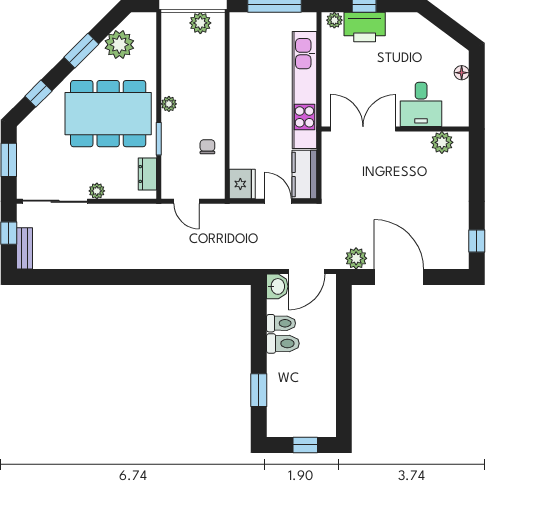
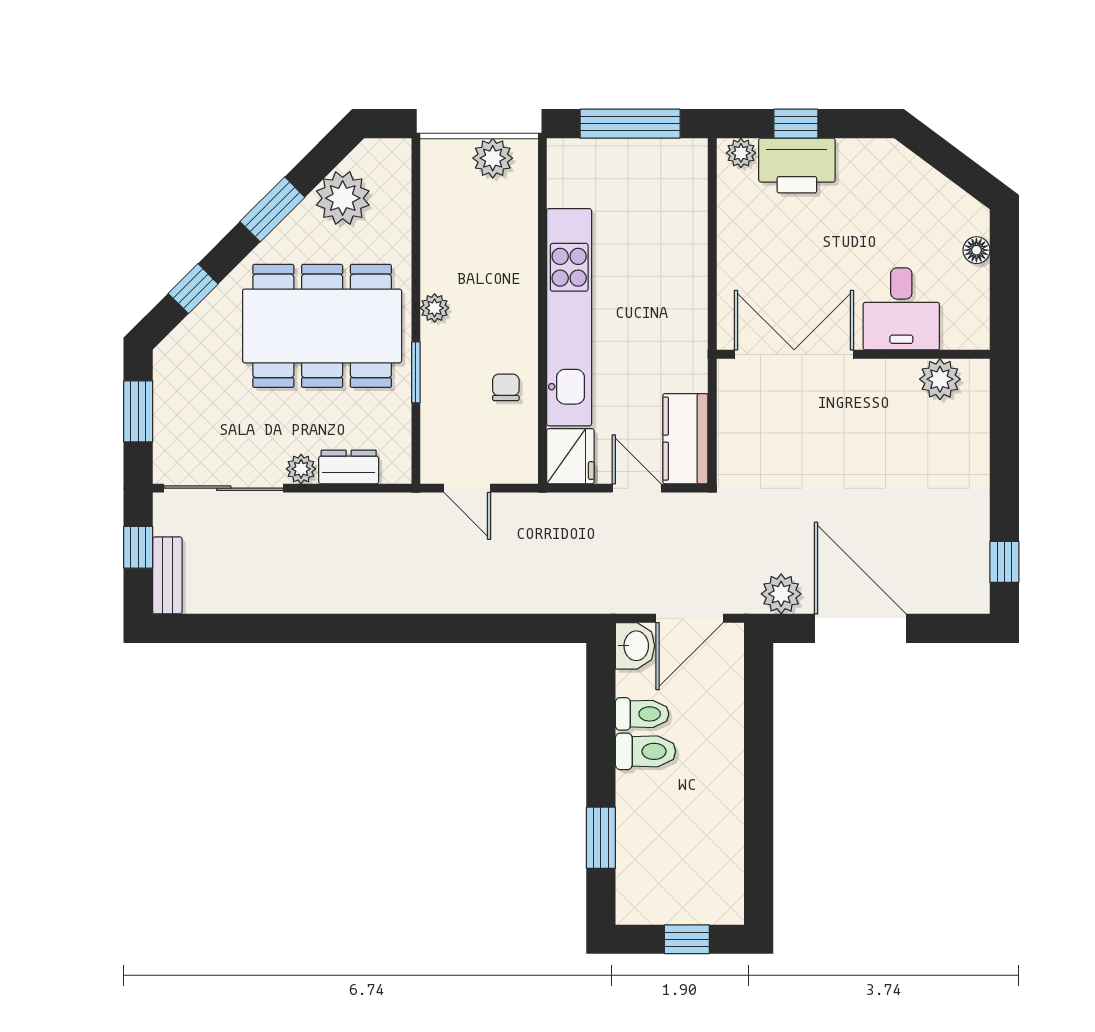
kitchen unit: (304, 90) -> (569, 317), moved, turned 180
dresser: (147, 174) -> (349, 467), moved, turned 90

